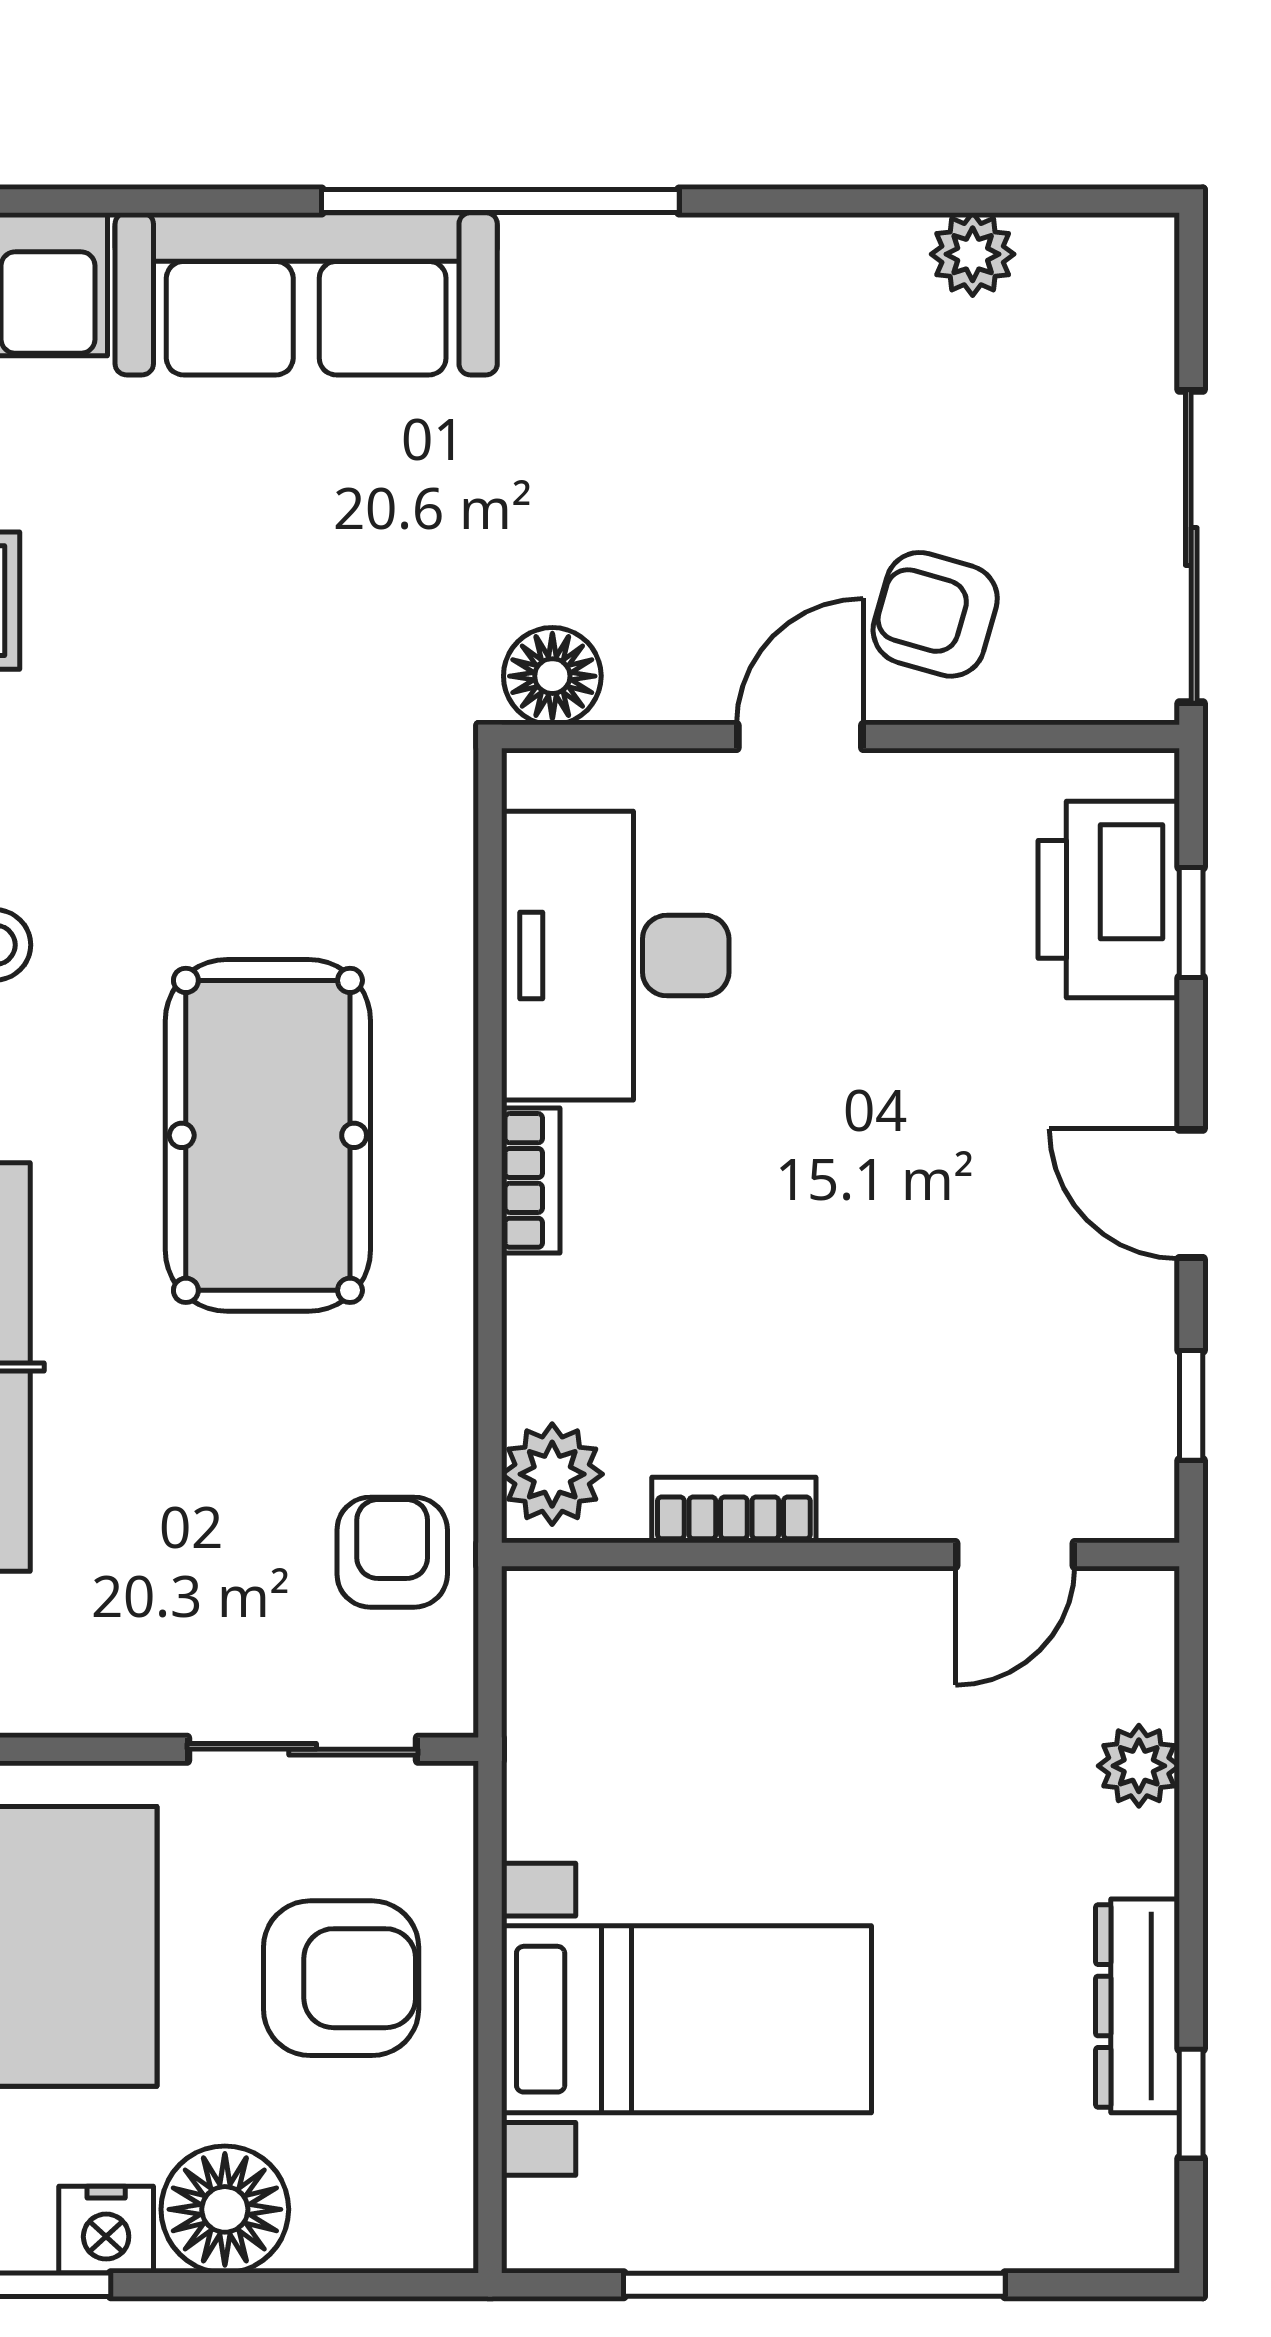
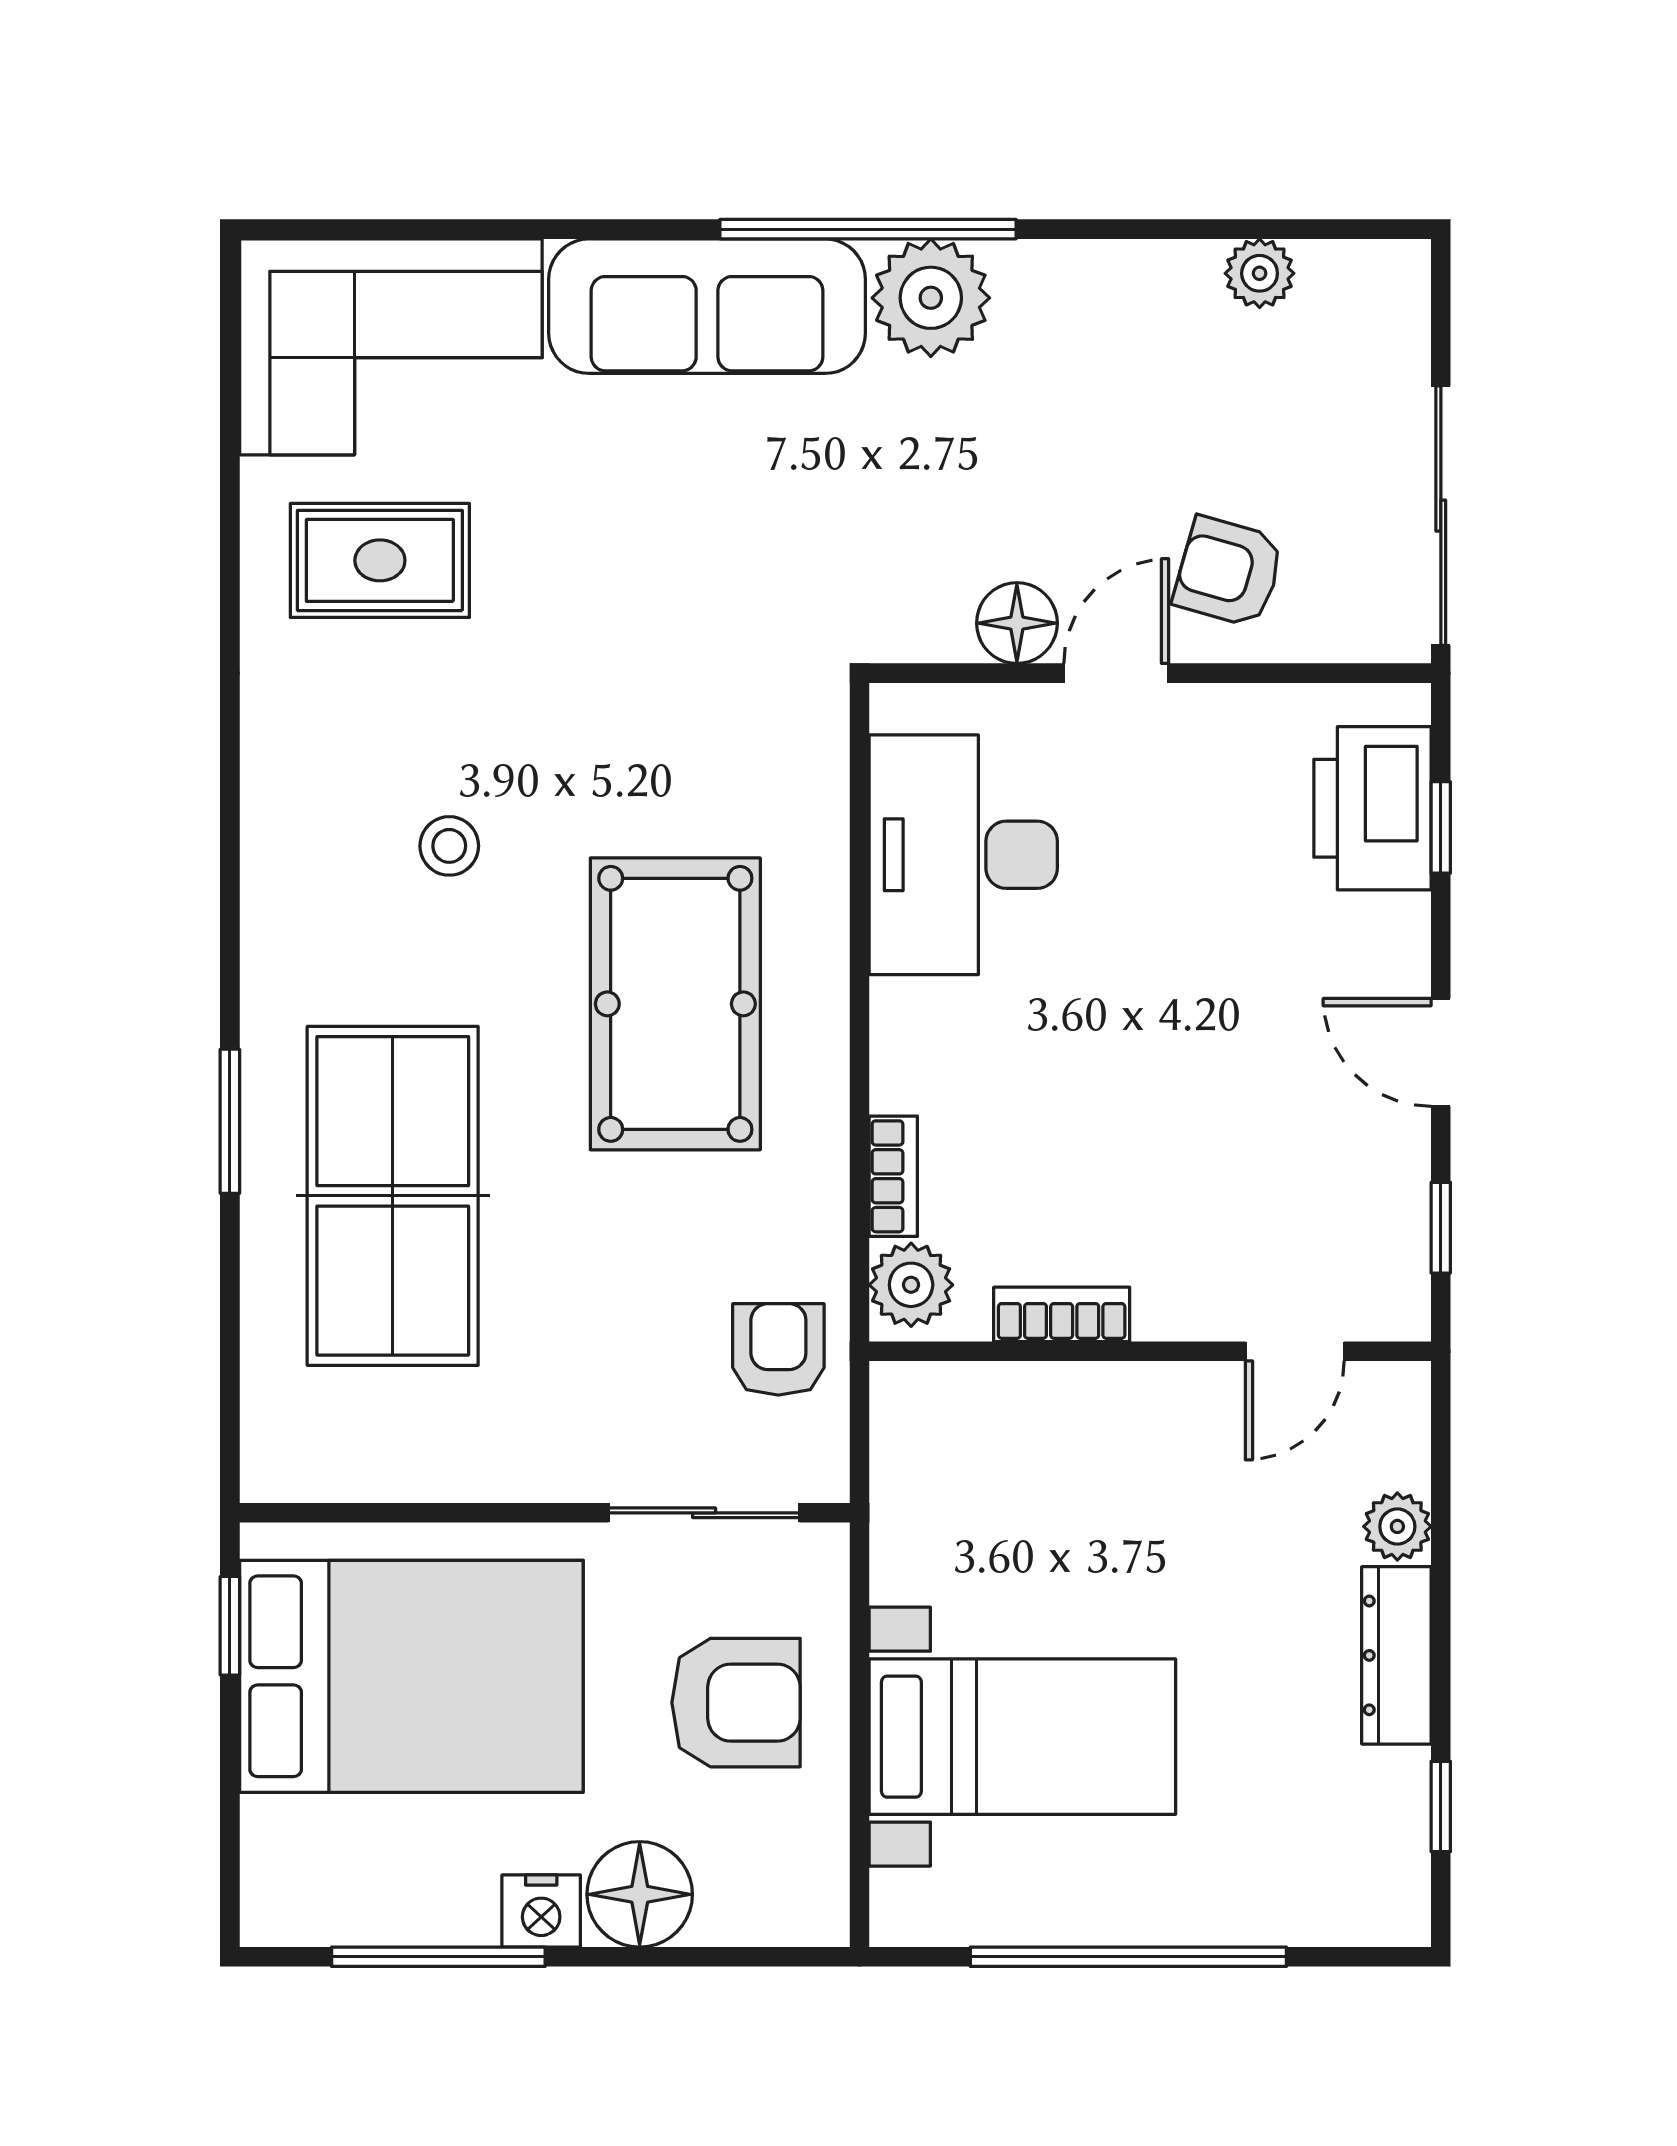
plant: (576, 284) -> (931, 298), added
floor lamp: (552, 676) -> (1017, 623), moved
bookcase: (531, 1180) -> (893, 1176), moved
dresser: (1138, 2006) -> (1396, 1655), moved

